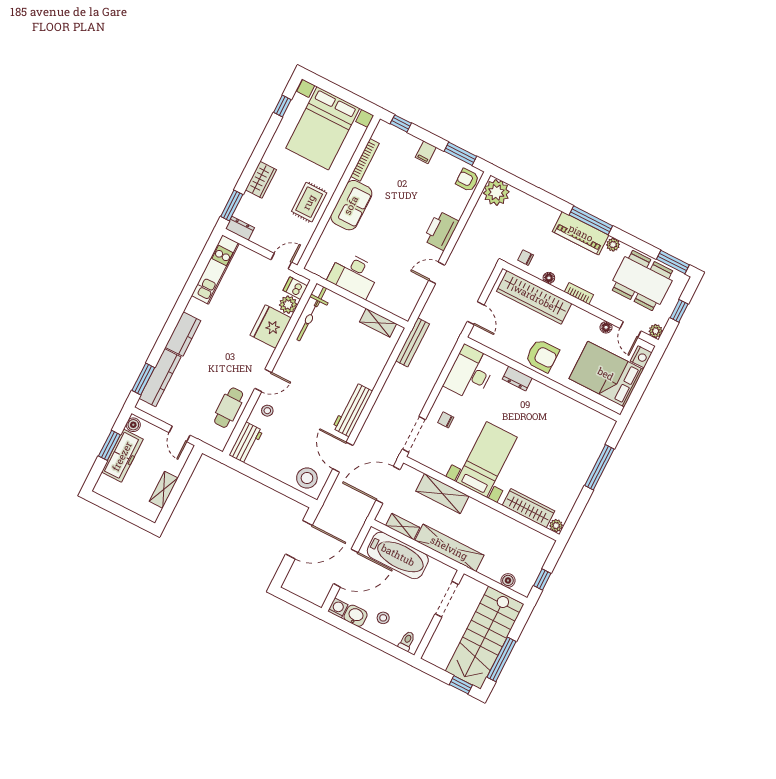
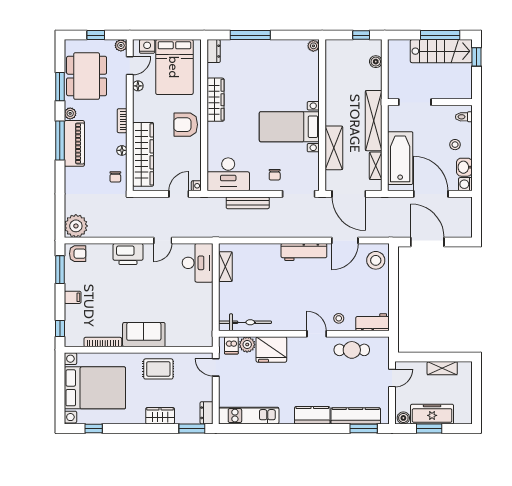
armchair: (467, 180) -> (78, 254), turned -90
window: (673, 262) -> (60, 87), moved
door: (437, 273) -> (163, 240), hinge flipped
desk: (354, 275) -> (198, 263), moved
nightstand: (475, 335) -> (196, 186), added
bench: (413, 342) -> (248, 203), moved
armchair: (542, 356) -> (186, 125), turned -90
dresser: (517, 379) -> (214, 51), moved
wardrobe: (528, 508) -> (215, 100), moved, turned 180
stairs: (485, 638) -> (441, 51), width x0.73, depth x0.66

